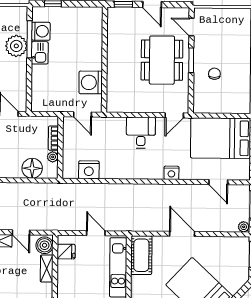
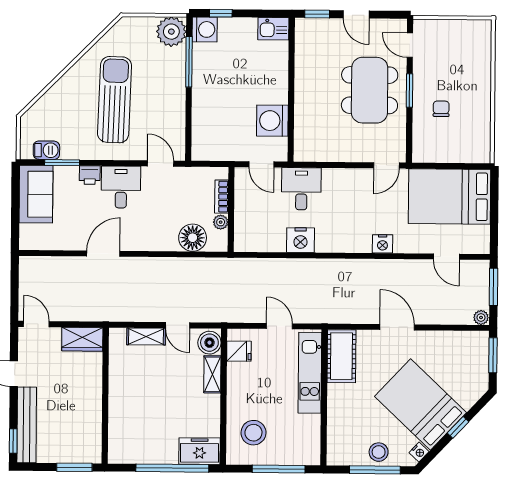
washing machine: (41, 31) -> (205, 29), moved
plant: (16, 46) -> (171, 32), moved
kitchen sink: (40, 53) -> (273, 29), moved, turned 90
desk: (141, 133) -> (301, 189), moved
nightstand: (89, 170) -> (300, 240), moved

